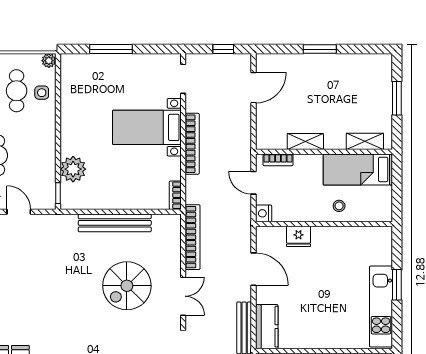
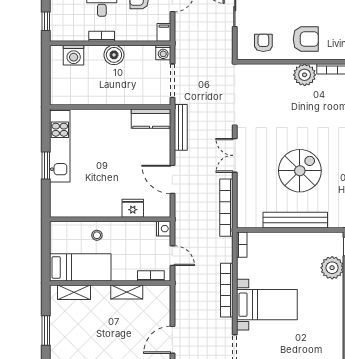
spiral stairs: (127, 286) -> (300, 171), moved
kitchen counter: (267, 327) -> (151, 119), moved, turned -90

